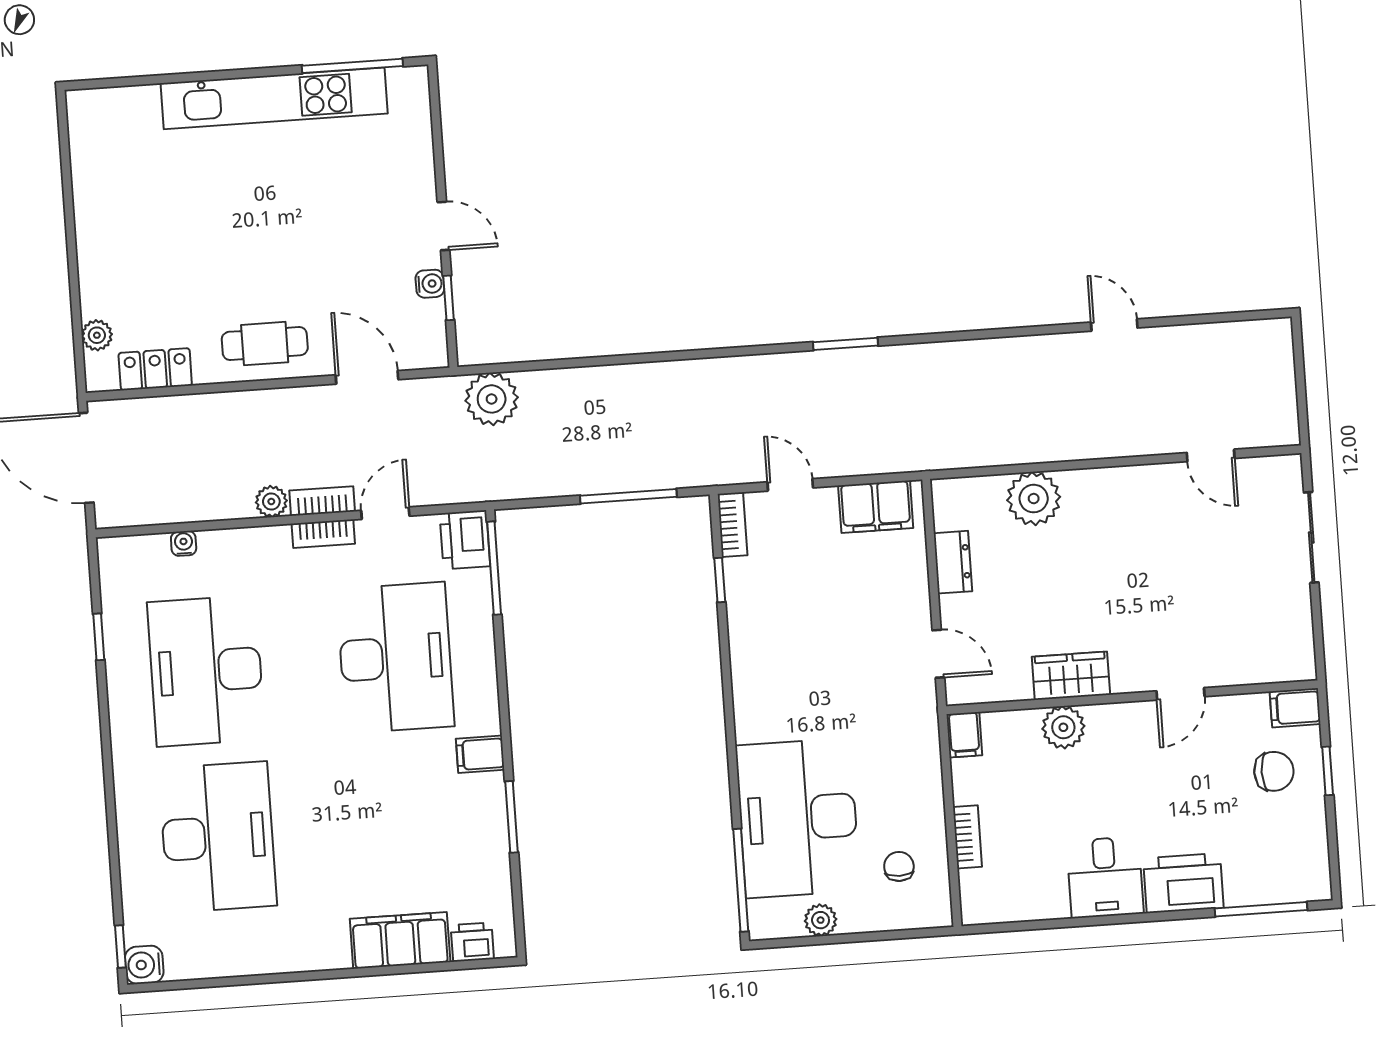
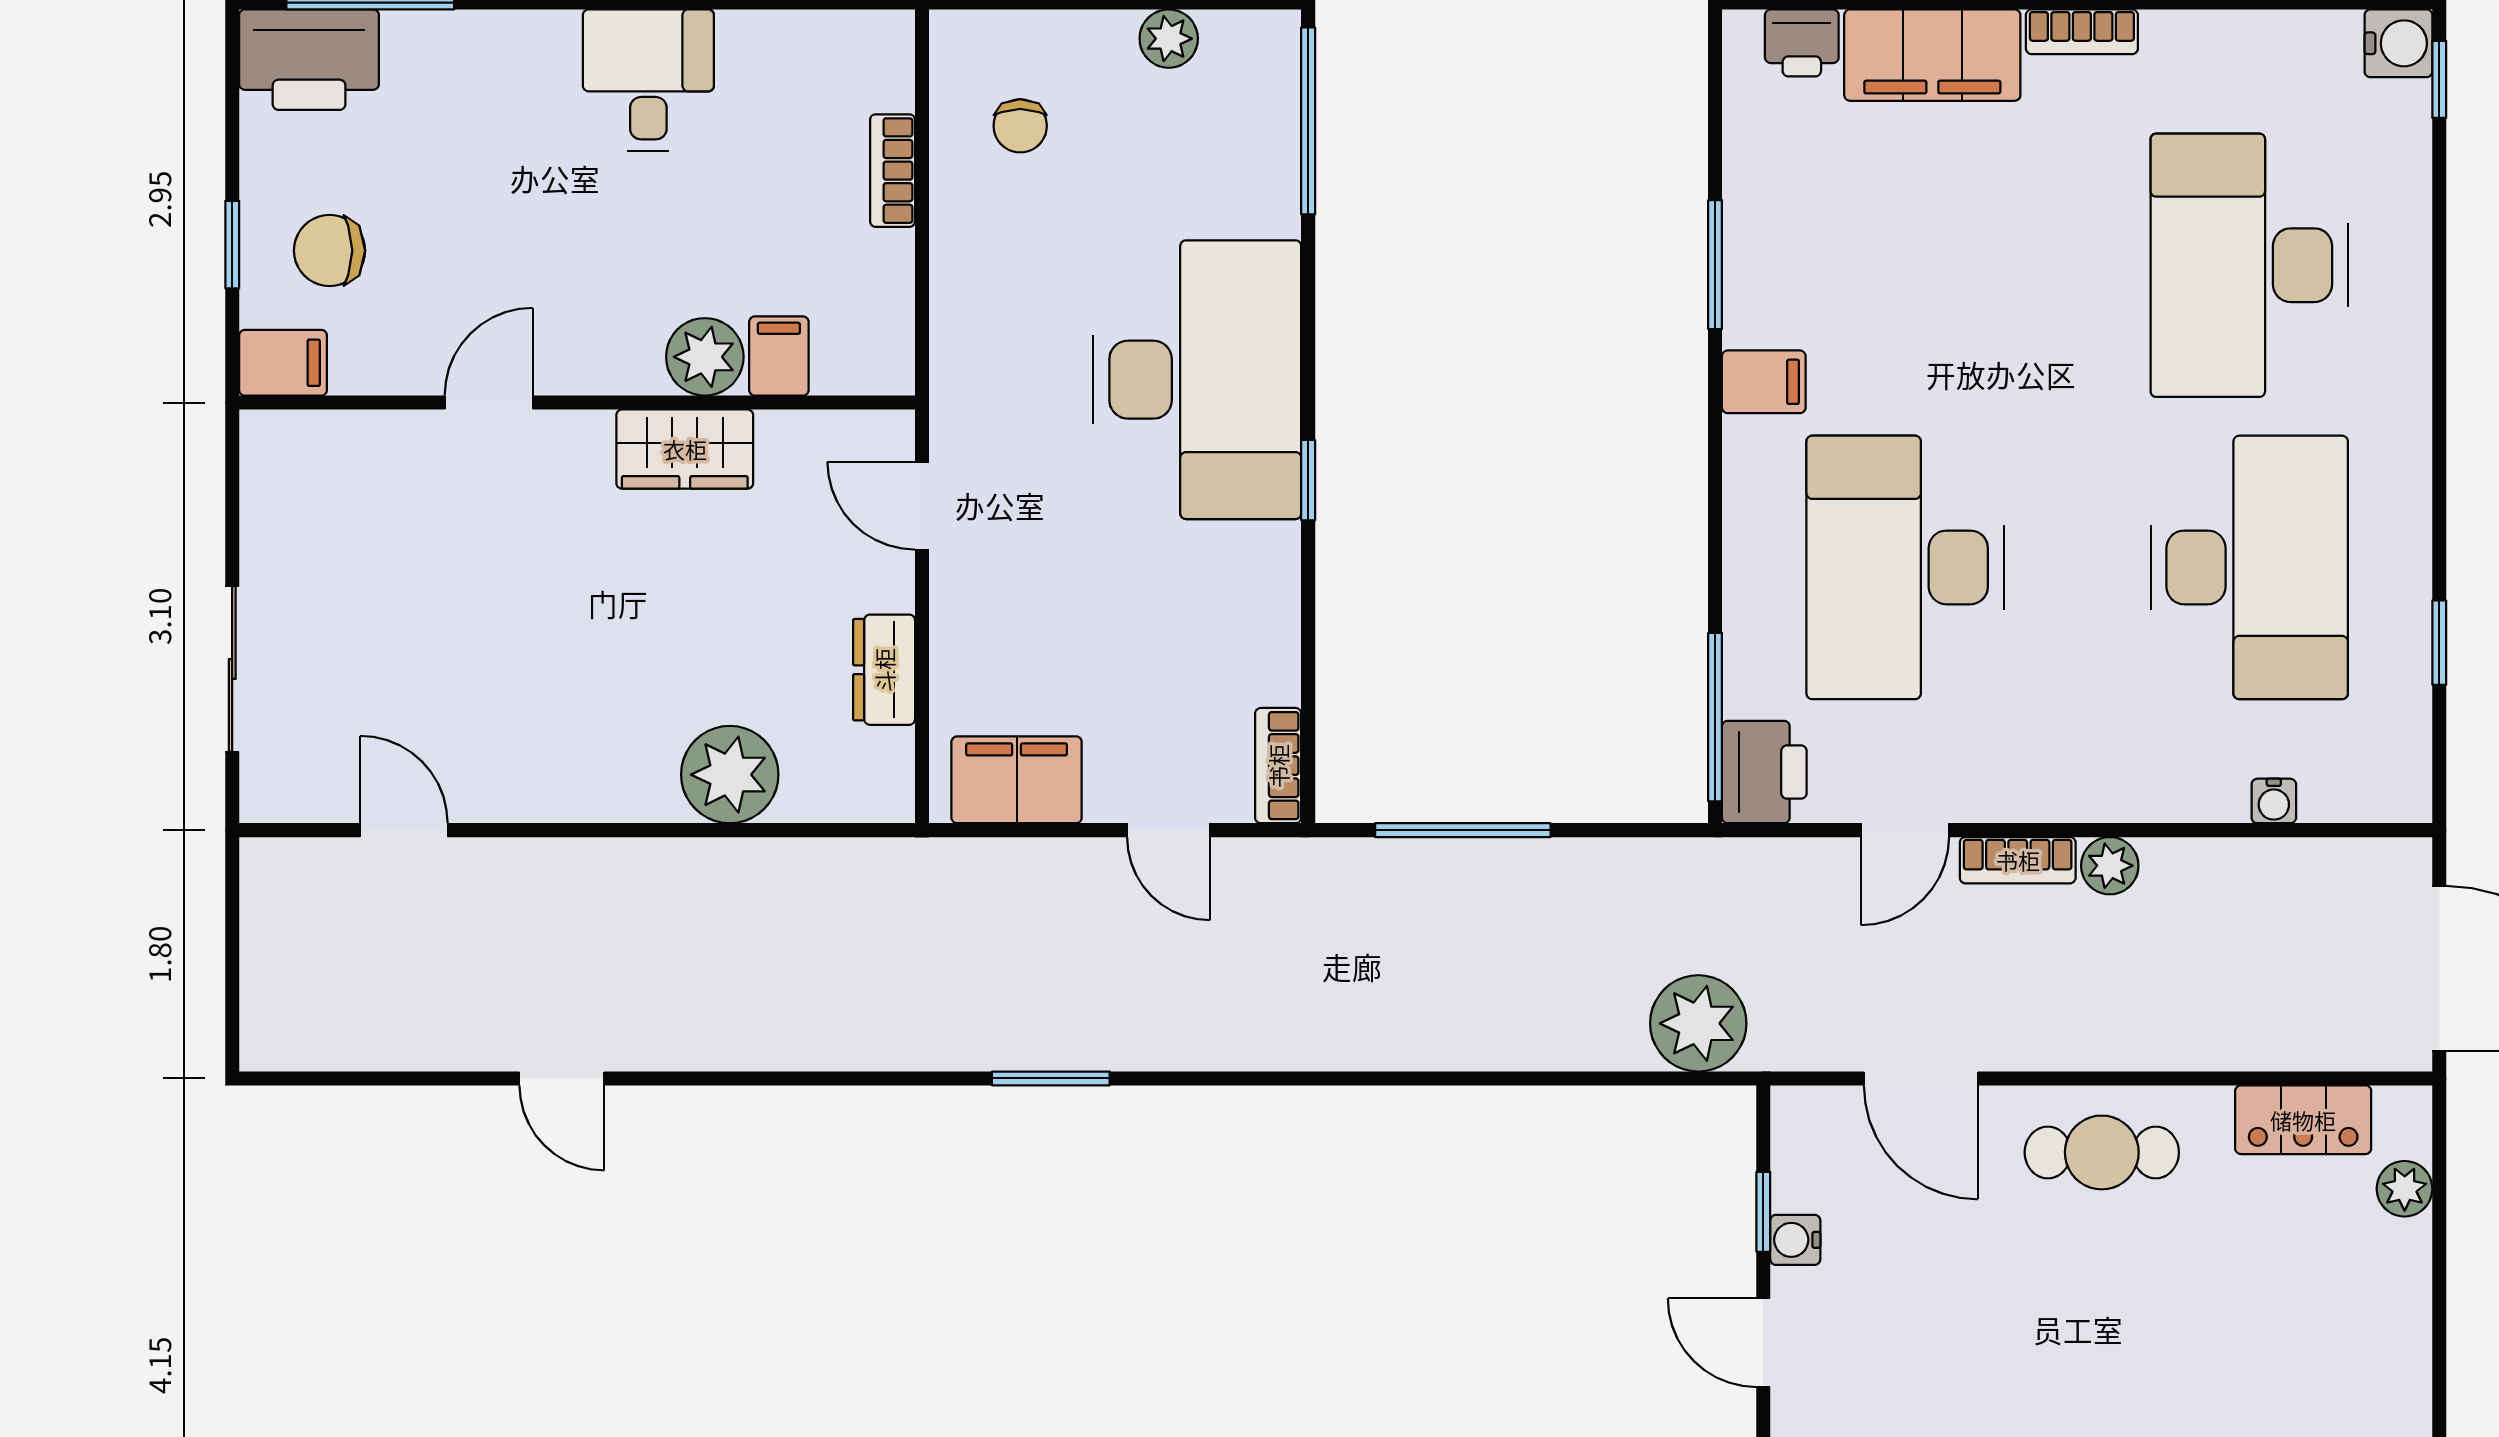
bookcase: (323, 534) -> (2082, 32), moved, turned 180
window: (720, 580) -> (1308, 480), moved
filing cabinet: (964, 735) -> (779, 356), moved
desk: (798, 818) -> (1197, 380), moved
printer: (1183, 883) -> (309, 60), moved

